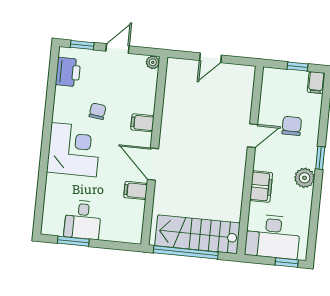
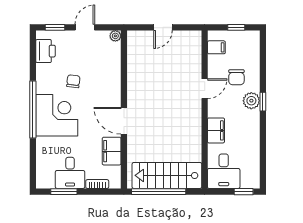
filing cabinet: (316, 83) -> (216, 47), moved, turned -90
filing cabinet: (142, 123) -> (112, 87), removed
chair: (292, 126) -> (236, 77), turned 180
window: (46, 140) -> (33, 110), added
plant: (305, 178) -> (251, 101), moved
filing cabinet: (136, 190) -> (112, 151), width x2.00
bookcase: (114, 236) -> (97, 184), added
desk: (273, 237) -> (224, 171), width x0.73

